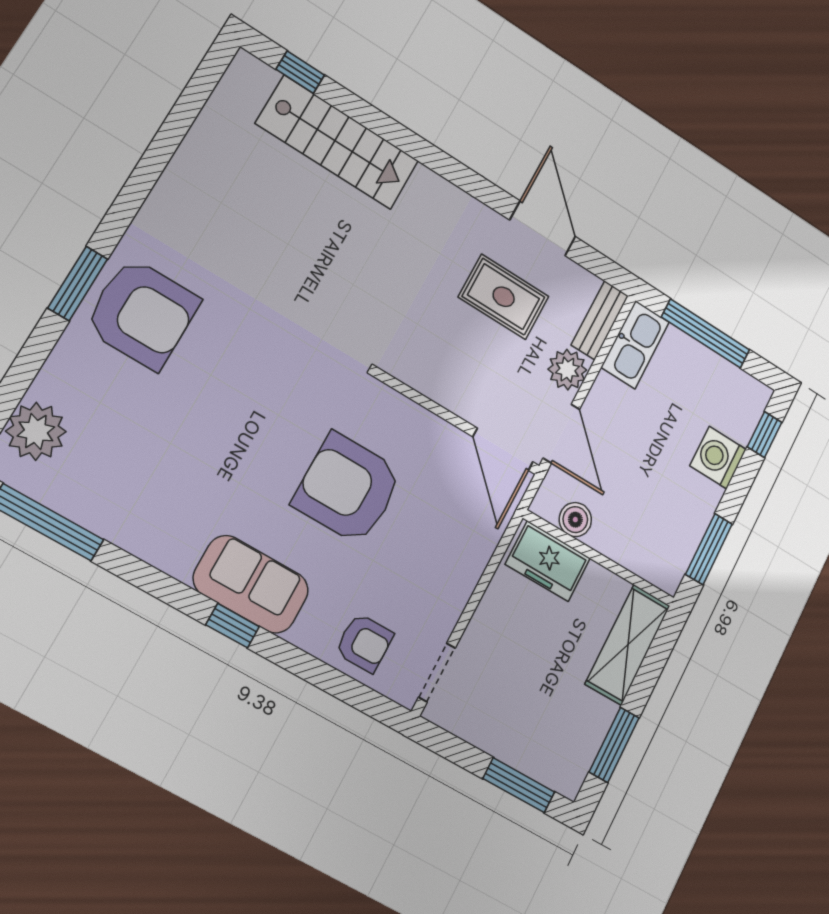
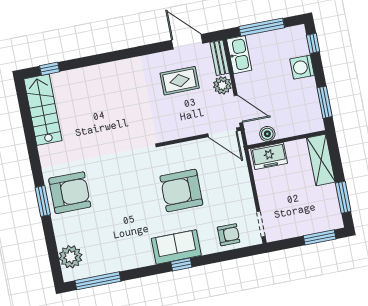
stairs: (338, 142) -> (43, 110), moved, turned -90
door: (543, 228) -> (187, 42), moved

